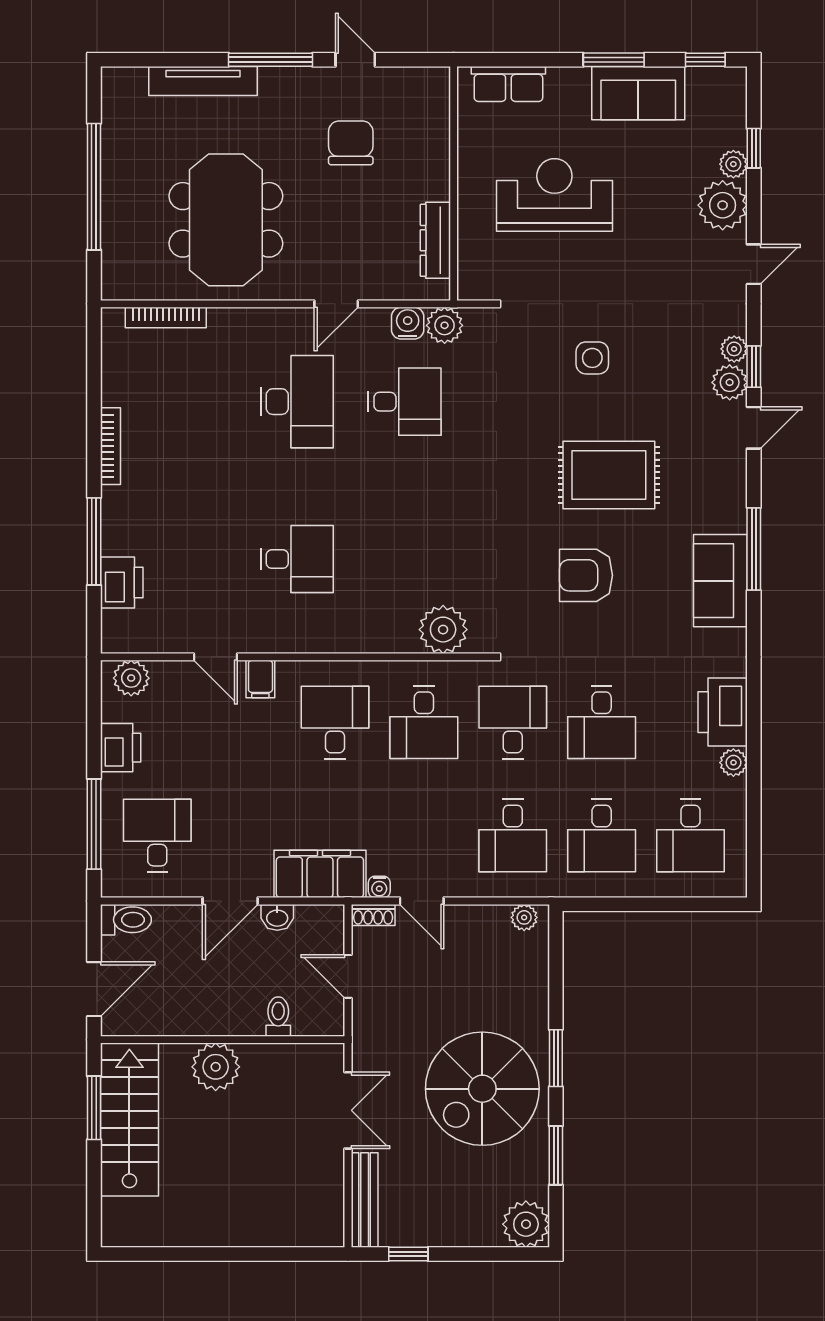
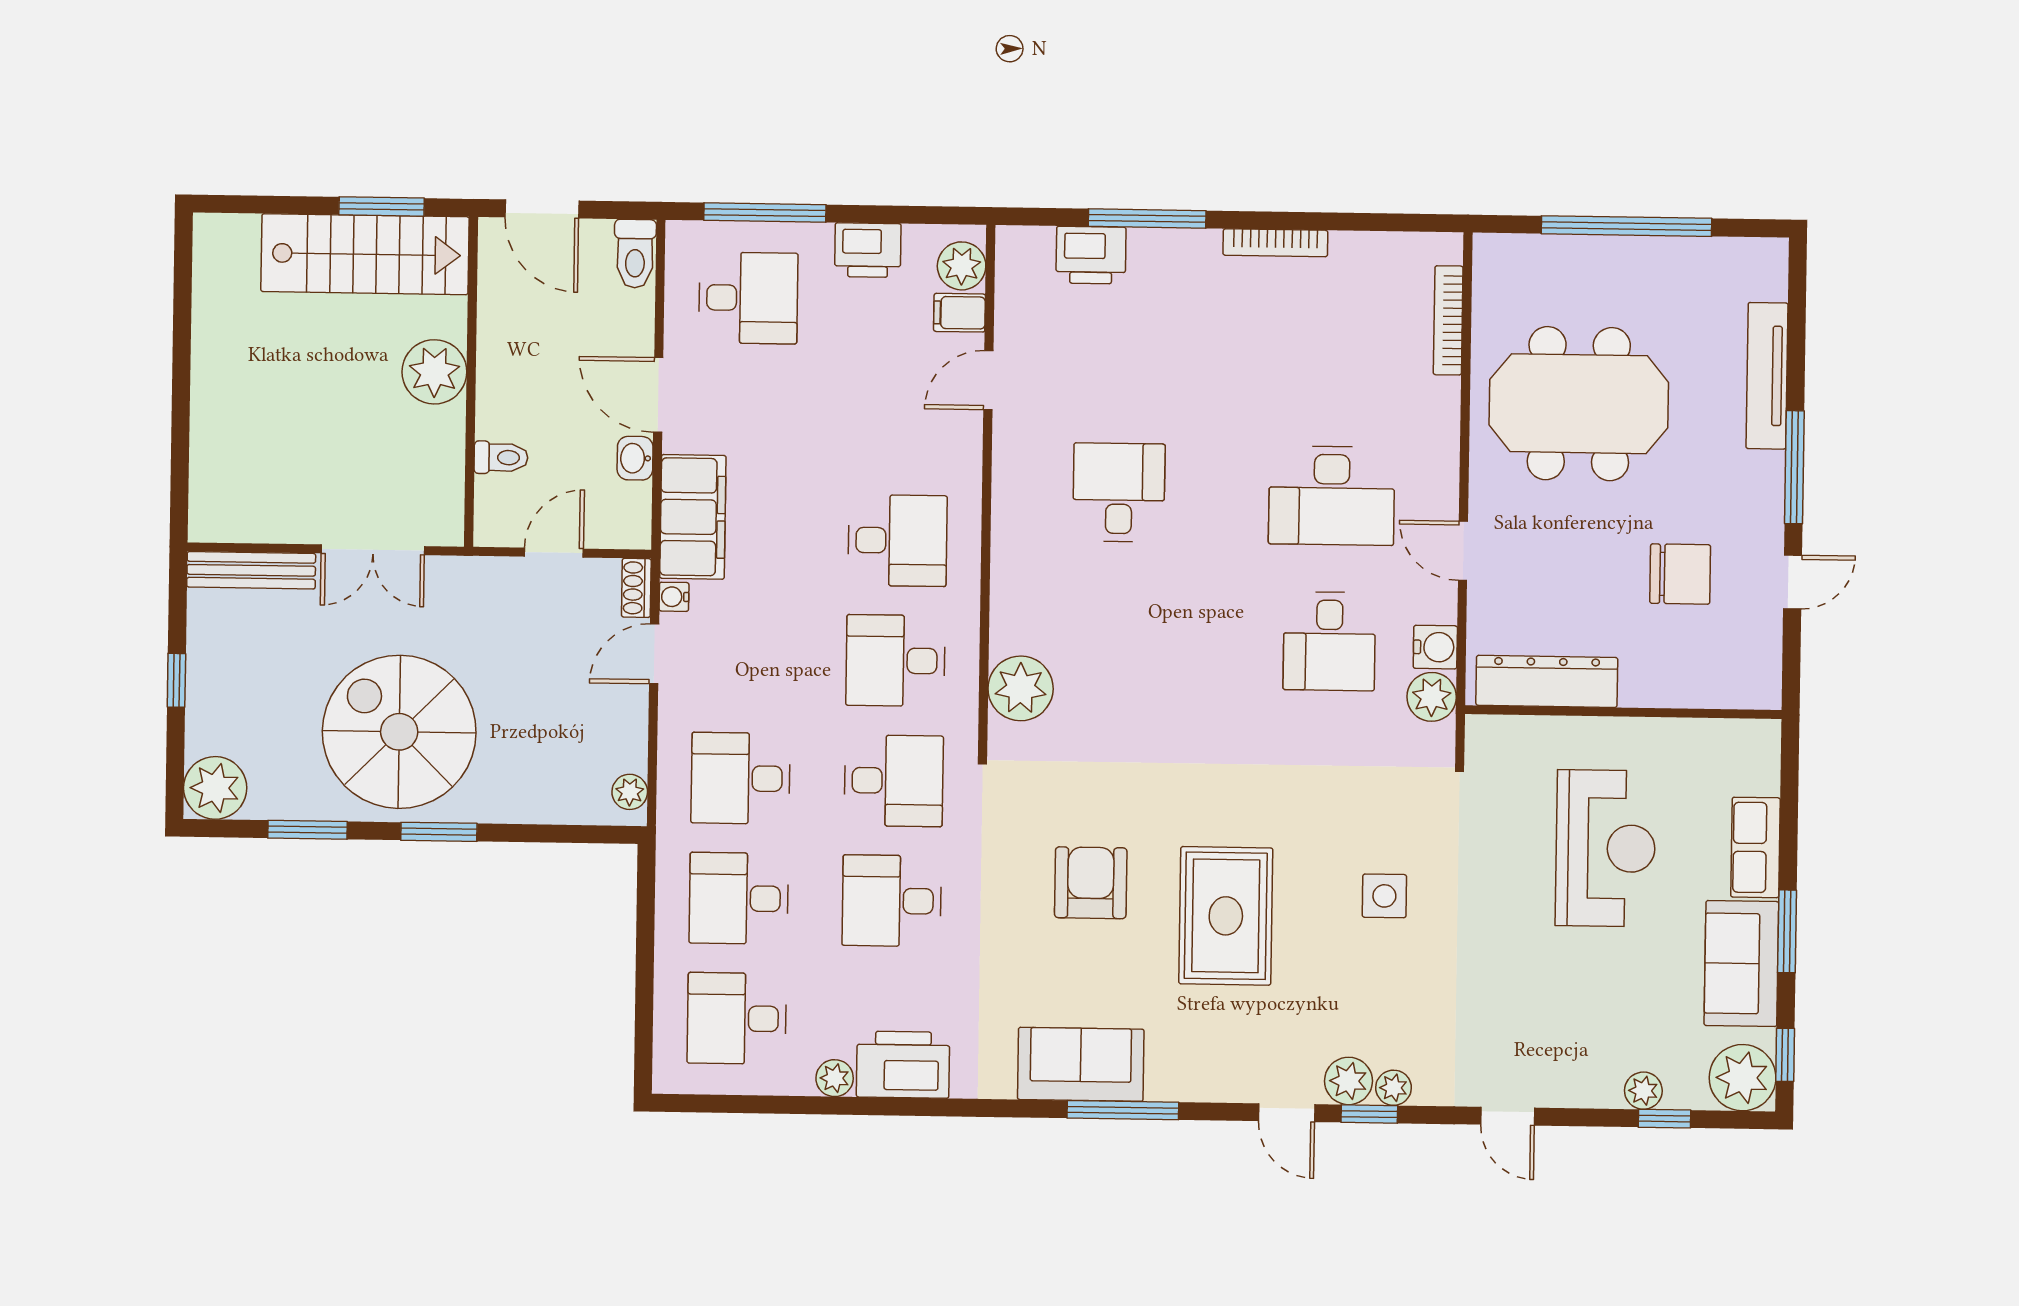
row of seats: (508, 84) -> (1755, 847), moved
plant: (723, 205) -> (1743, 1078), moved
dresser: (435, 240) -> (1547, 681), width x1.37, depth x1.24
desk: (297, 559) -> (1119, 492), turned 180
filing cabinet: (260, 679) -> (959, 313), moved
window: (408, 1254) -> (176, 680), moved

